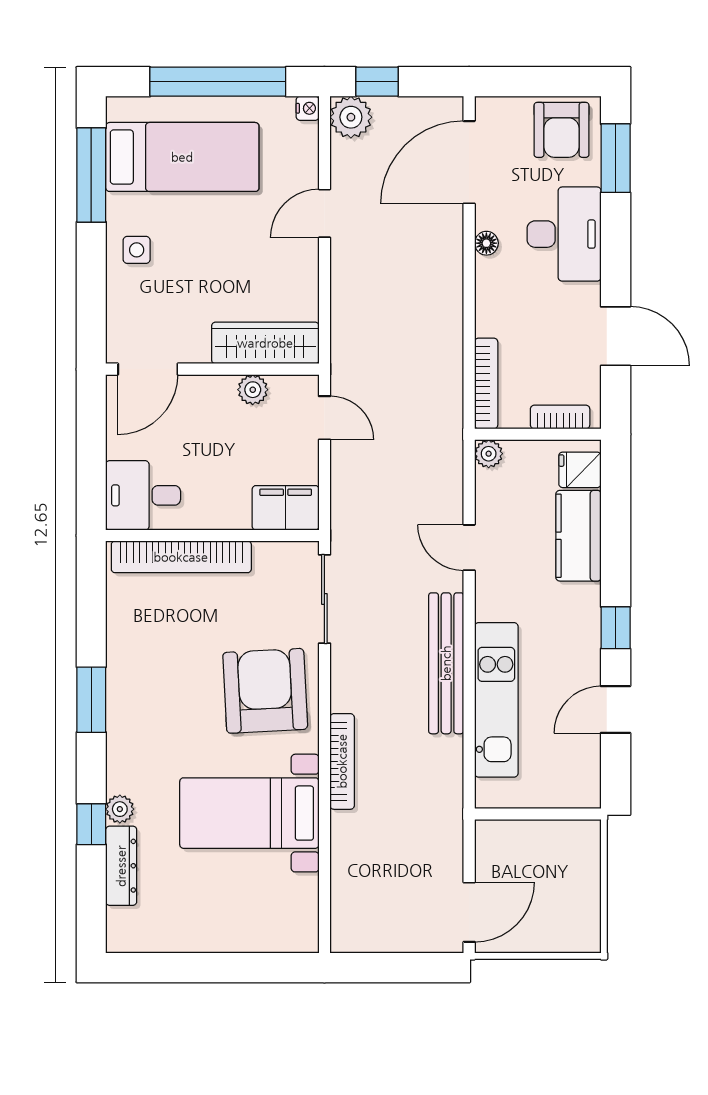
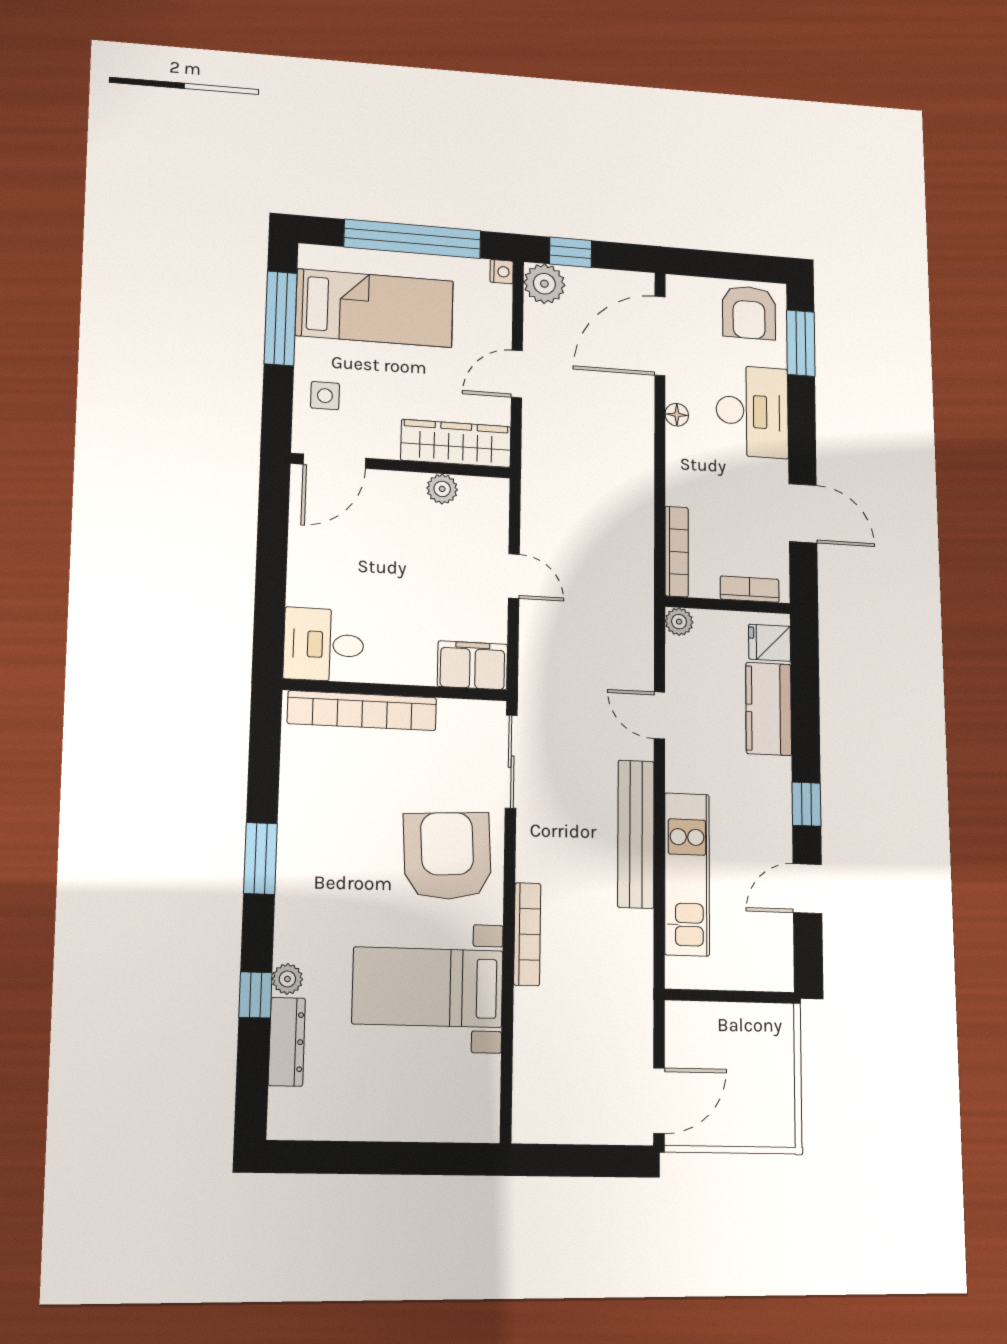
wardrobe: (265, 343) -> (456, 443), moved
door: (148, 369) -> (334, 461), moved
wall: (212, 369) -> (401, 466), moved
plant: (253, 390) -> (442, 489), moved

